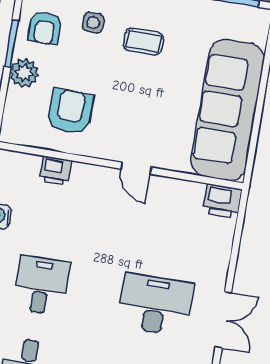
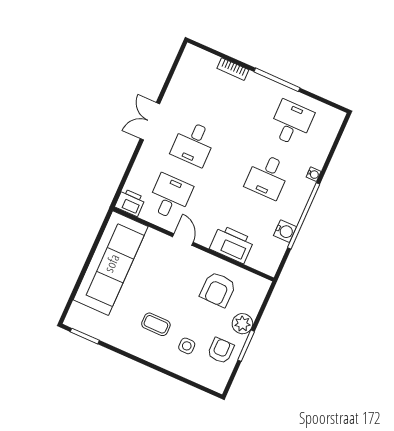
printer: (55, 171) -> (232, 244), width x1.87, depth x1.48
desk: (169, 223) -> (170, 197), added
desk: (155, 305) -> (194, 144), width x0.73

